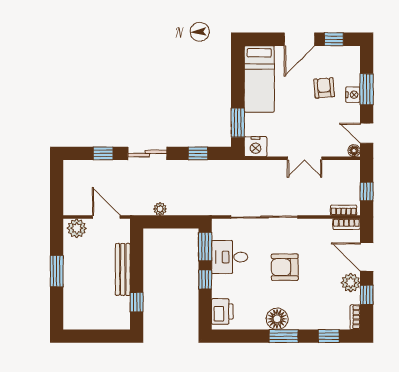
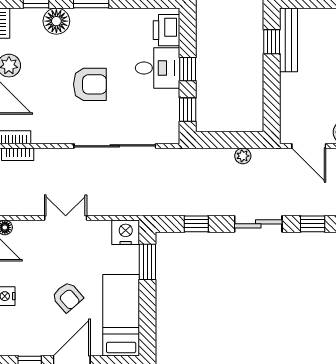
armchair: (324, 88) -> (67, 297), moved, turned -36
window: (205, 247) -> (188, 110), width x0.67
desk: (230, 257) -> (157, 68), moved
bench: (123, 269) -> (289, 40), moved
floor lamp: (277, 319) -> (56, 21), moved

